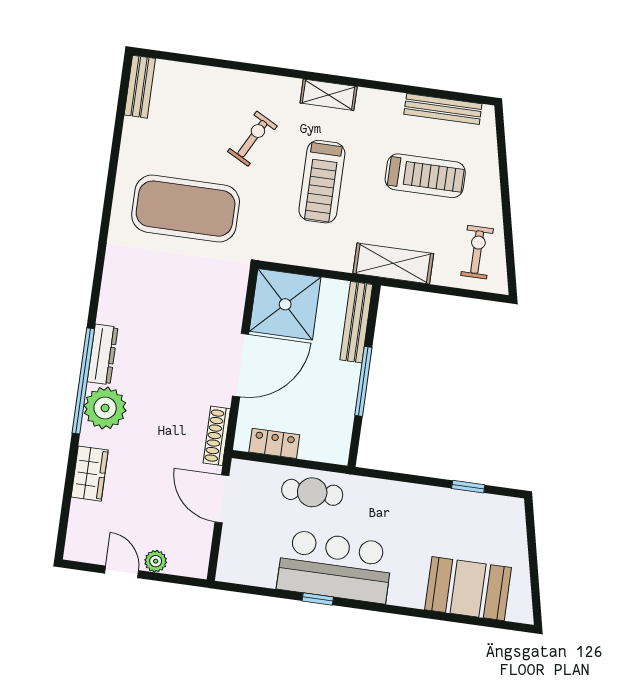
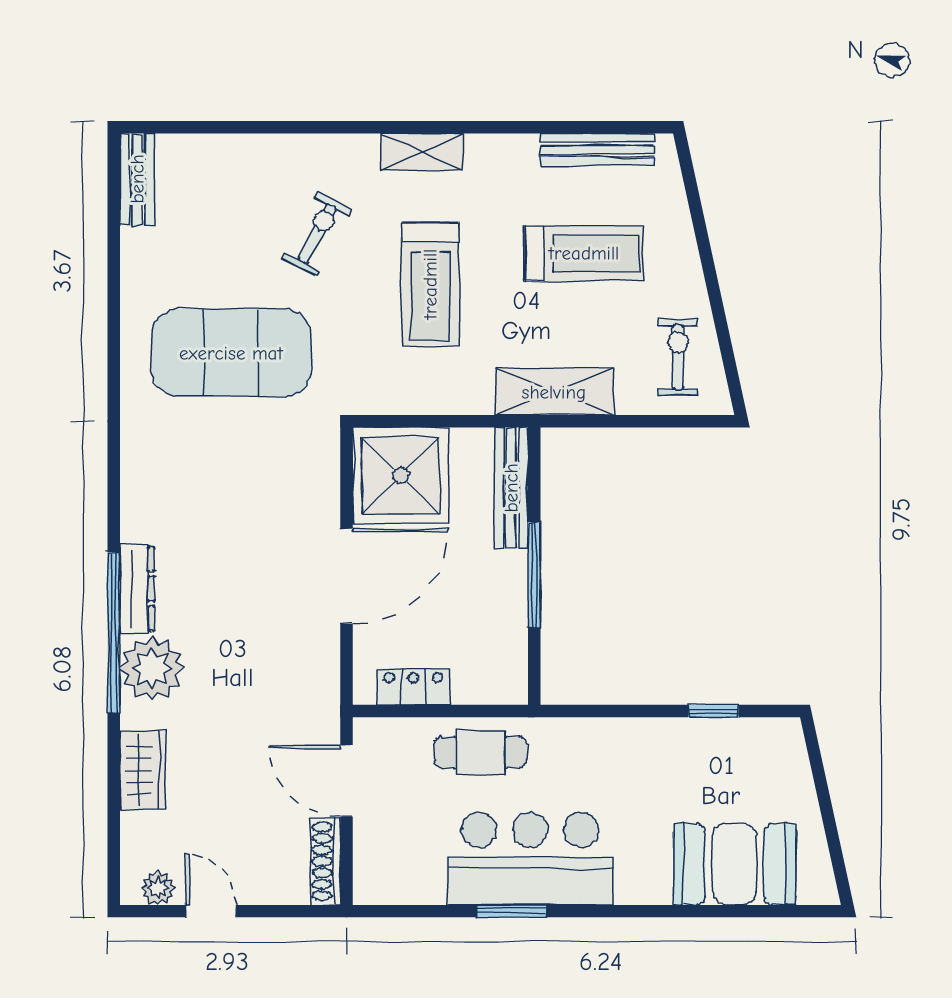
shoe rack: (217, 436) -> (325, 861), moved
plant: (156, 561) -> (158, 888), moved
window: (318, 599) -> (511, 911), width x1.50

